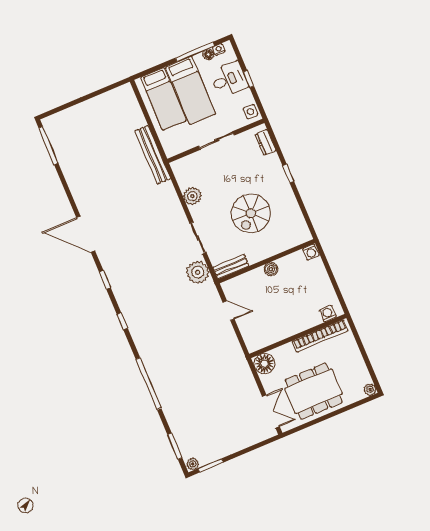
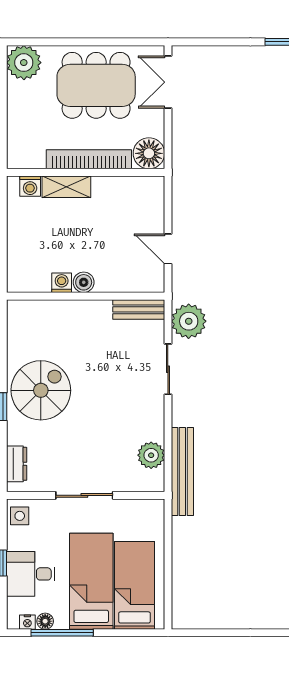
bench: (153, 155) -> (182, 471), moved
plant: (192, 196) -> (151, 455), moved
spiral stairs: (251, 213) -> (41, 390), moved
washing machine: (311, 252) -> (62, 283), moved
shelving: (306, 322) -> (66, 187), added
bookcase: (320, 336) -> (89, 159), moved
plant: (370, 389) -> (24, 63), width x1.88, depth x1.88

